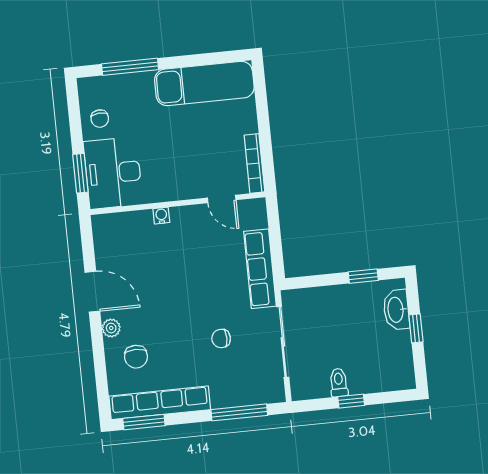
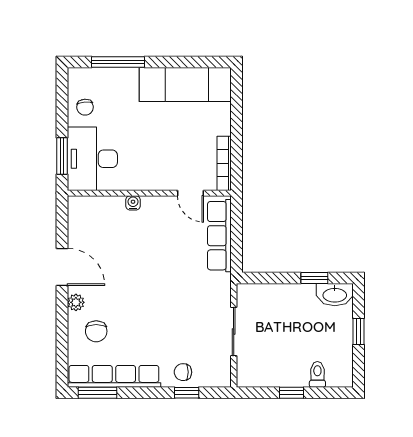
row of seats: (260, 269) -> (219, 236), moved
washbasin: (396, 310) -> (335, 295), moved, turned -90
chair: (221, 338) -> (183, 372), moved
sliding door: (283, 342) -> (234, 331), width x0.73
toilet: (339, 383) -> (317, 374), moved
window: (239, 412) -> (187, 393), width x0.46

